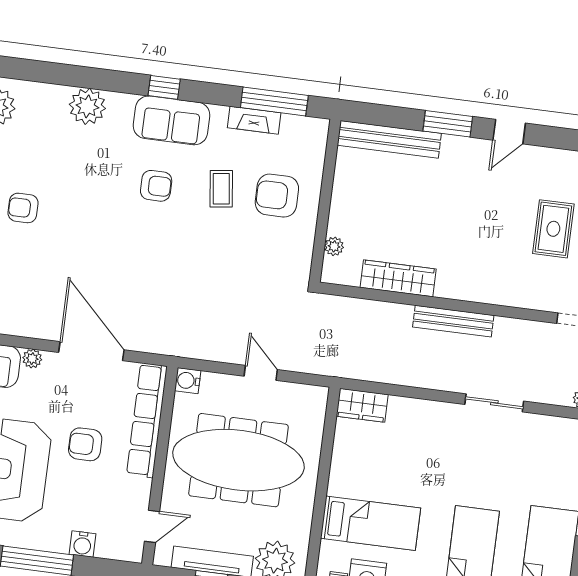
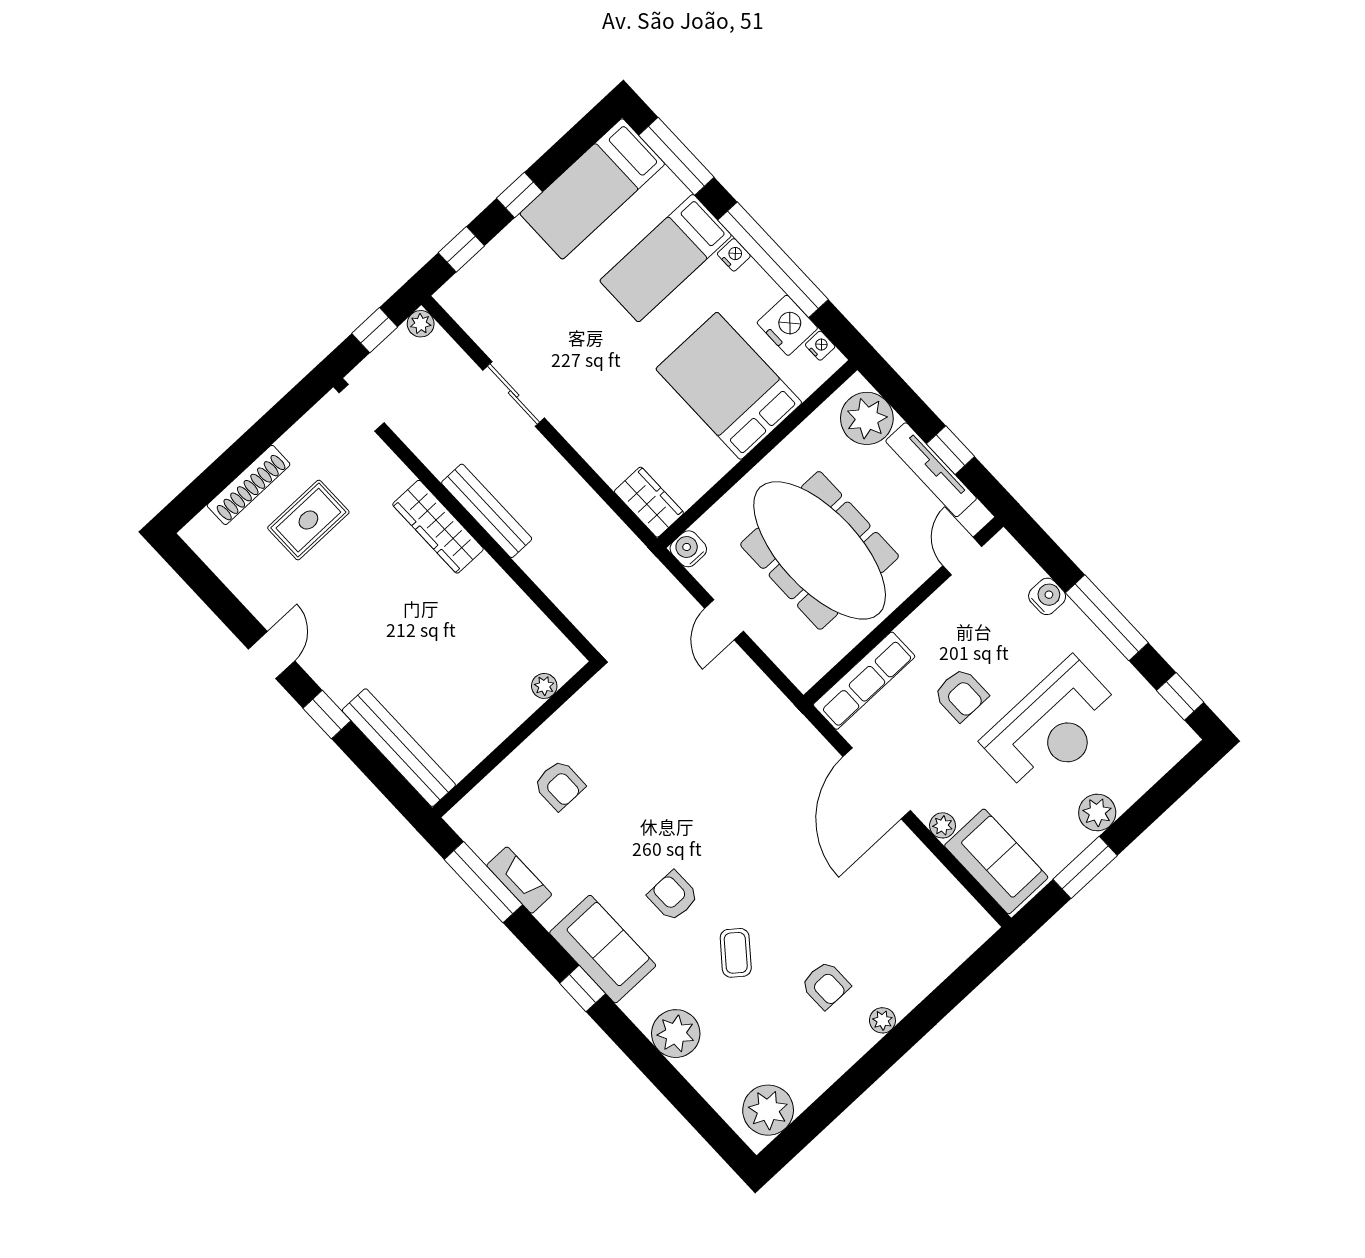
window: (448, 124) -> (327, 714), width x0.67
door: (509, 132) -> (272, 655), hinge flipped
coffee table: (221, 189) -> (736, 953), moved, turned -44
armchair: (277, 196) -> (559, 785), width x0.72, depth x0.72
wardrobe: (398, 278) -> (438, 527), moved
water cooler: (188, 381) -> (688, 549), moved, turned 180
row of seats: (147, 420) -> (864, 681), width x0.73
bed: (371, 523) -> (729, 386), width x1.50
door: (152, 526) -> (962, 556), hinge flipped

